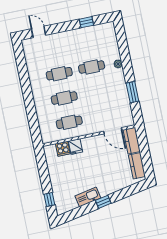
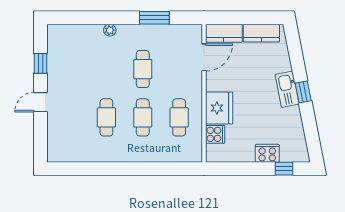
door: (39, 32) -> (40, 102), moved
cafe table: (92, 67) -> (143, 69), moved
fridge: (76, 147) -> (219, 108), width x1.88, depth x1.34
cooker: (57, 186) -> (267, 153), added
kitchen sink: (88, 197) -> (287, 89), moved

